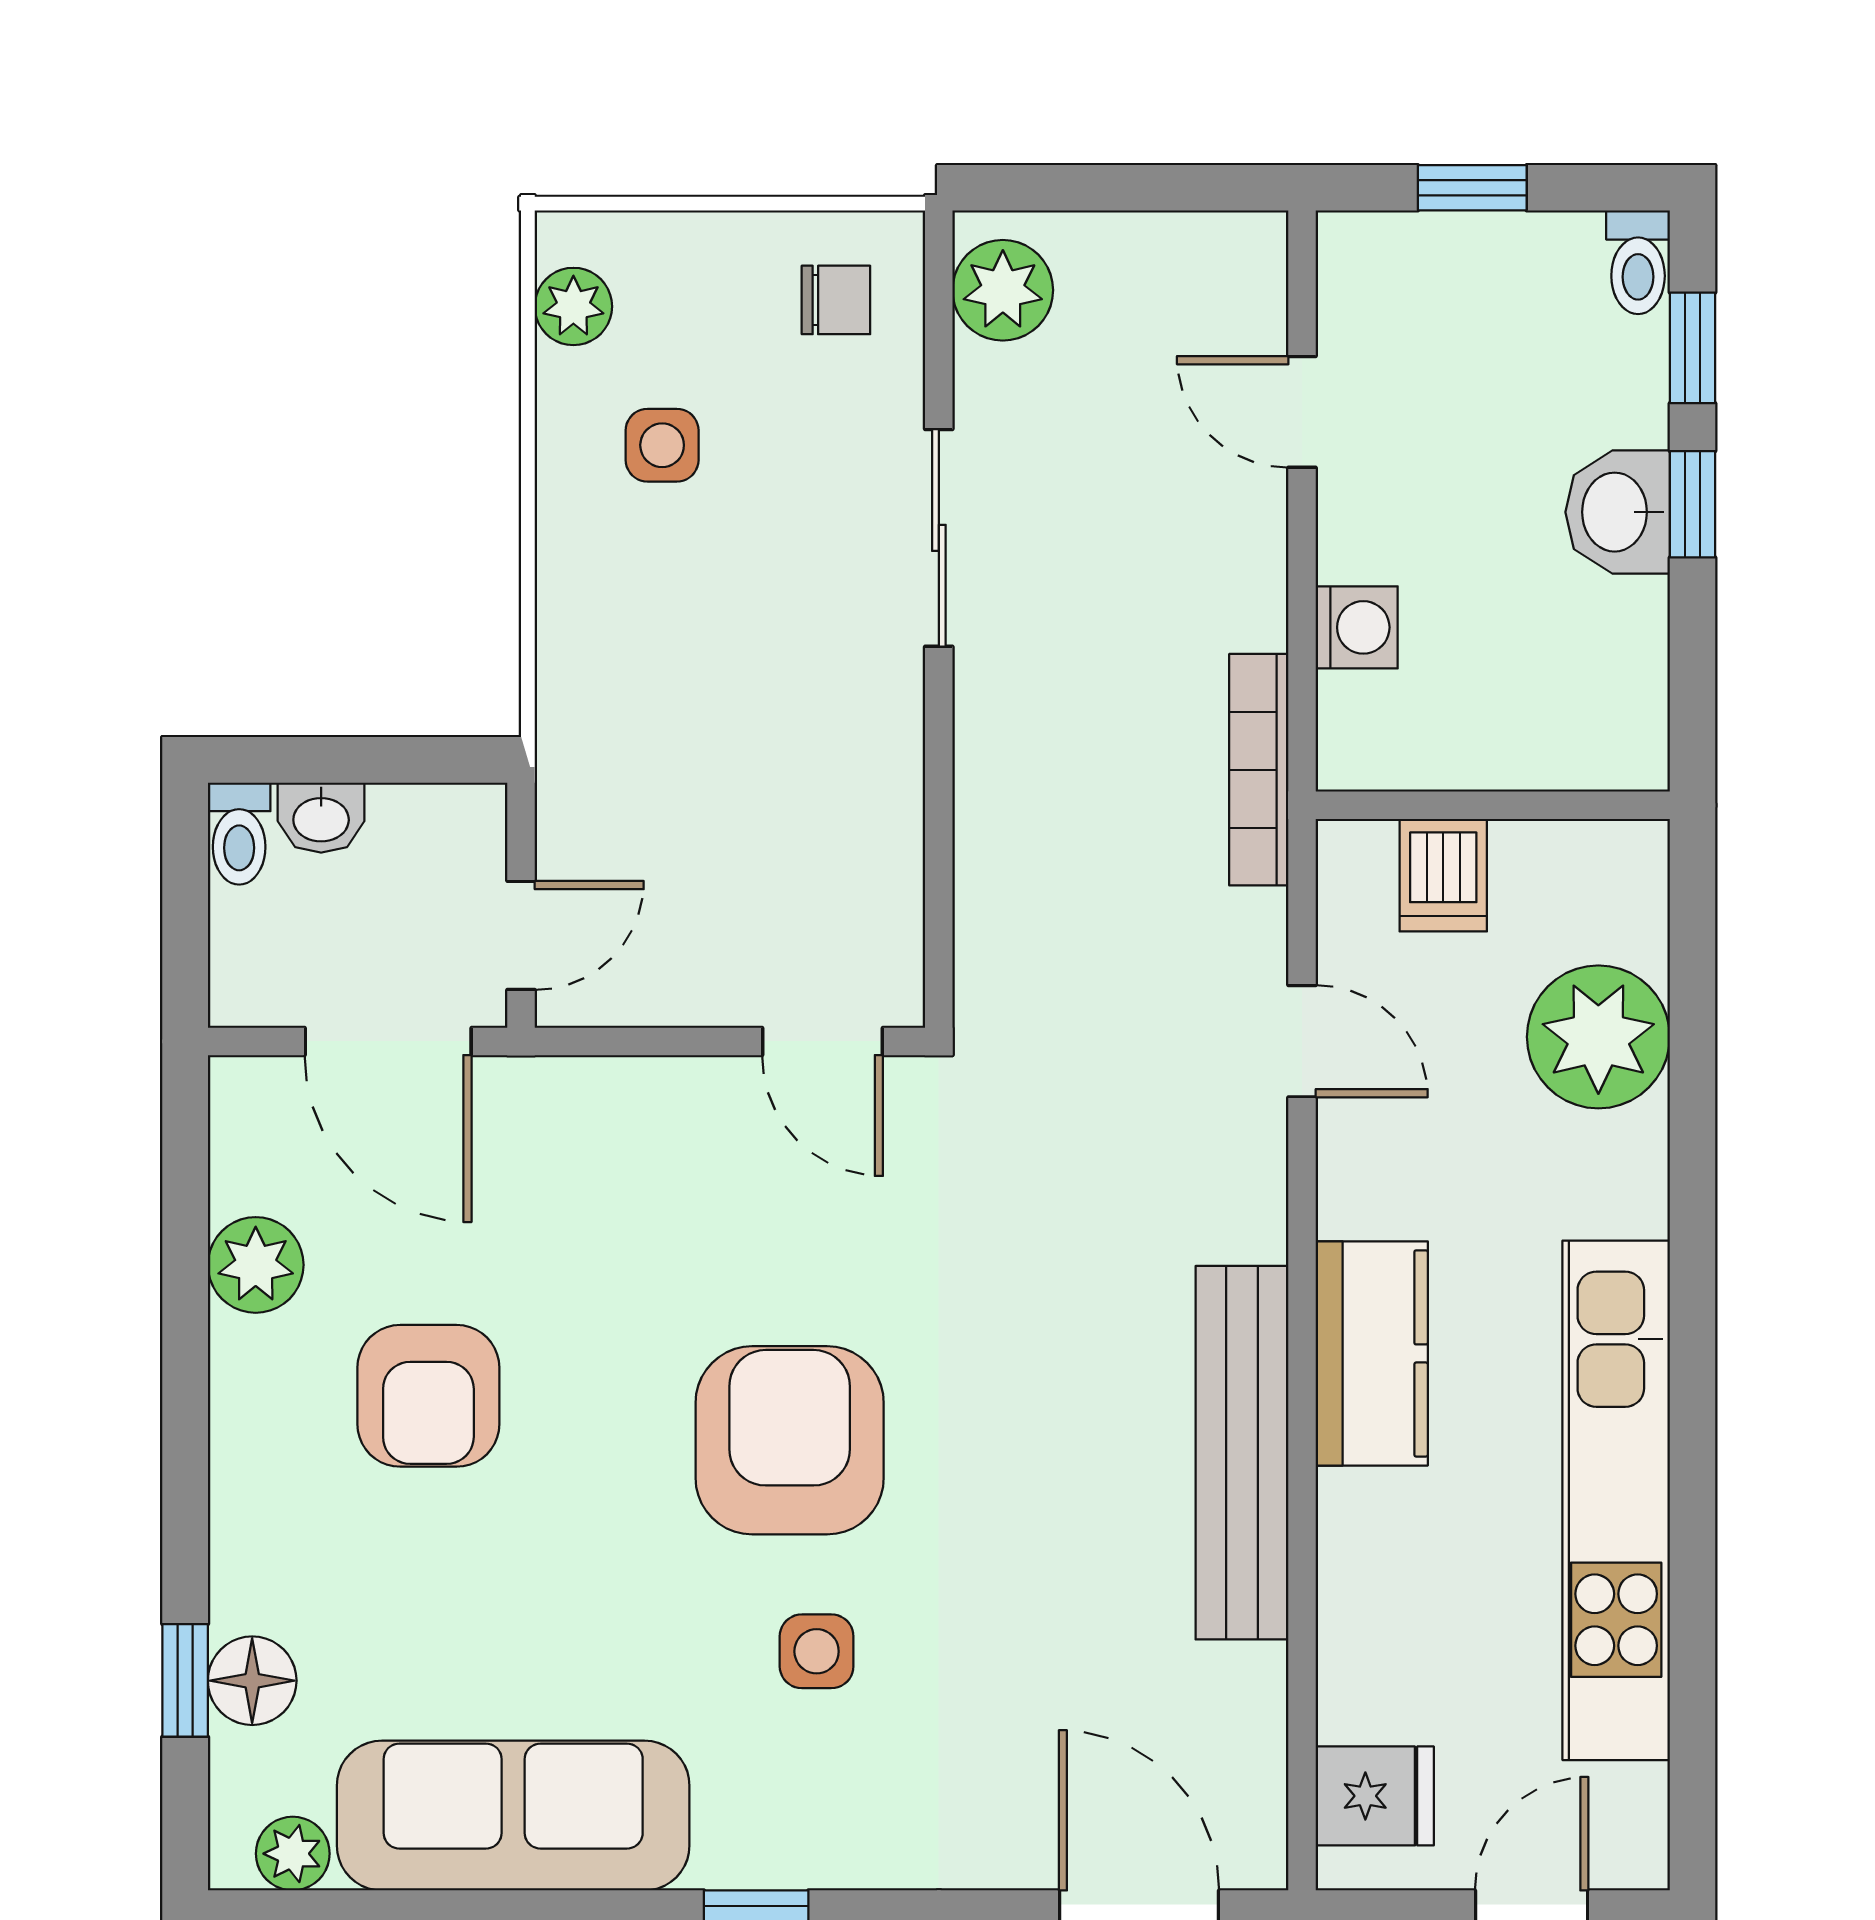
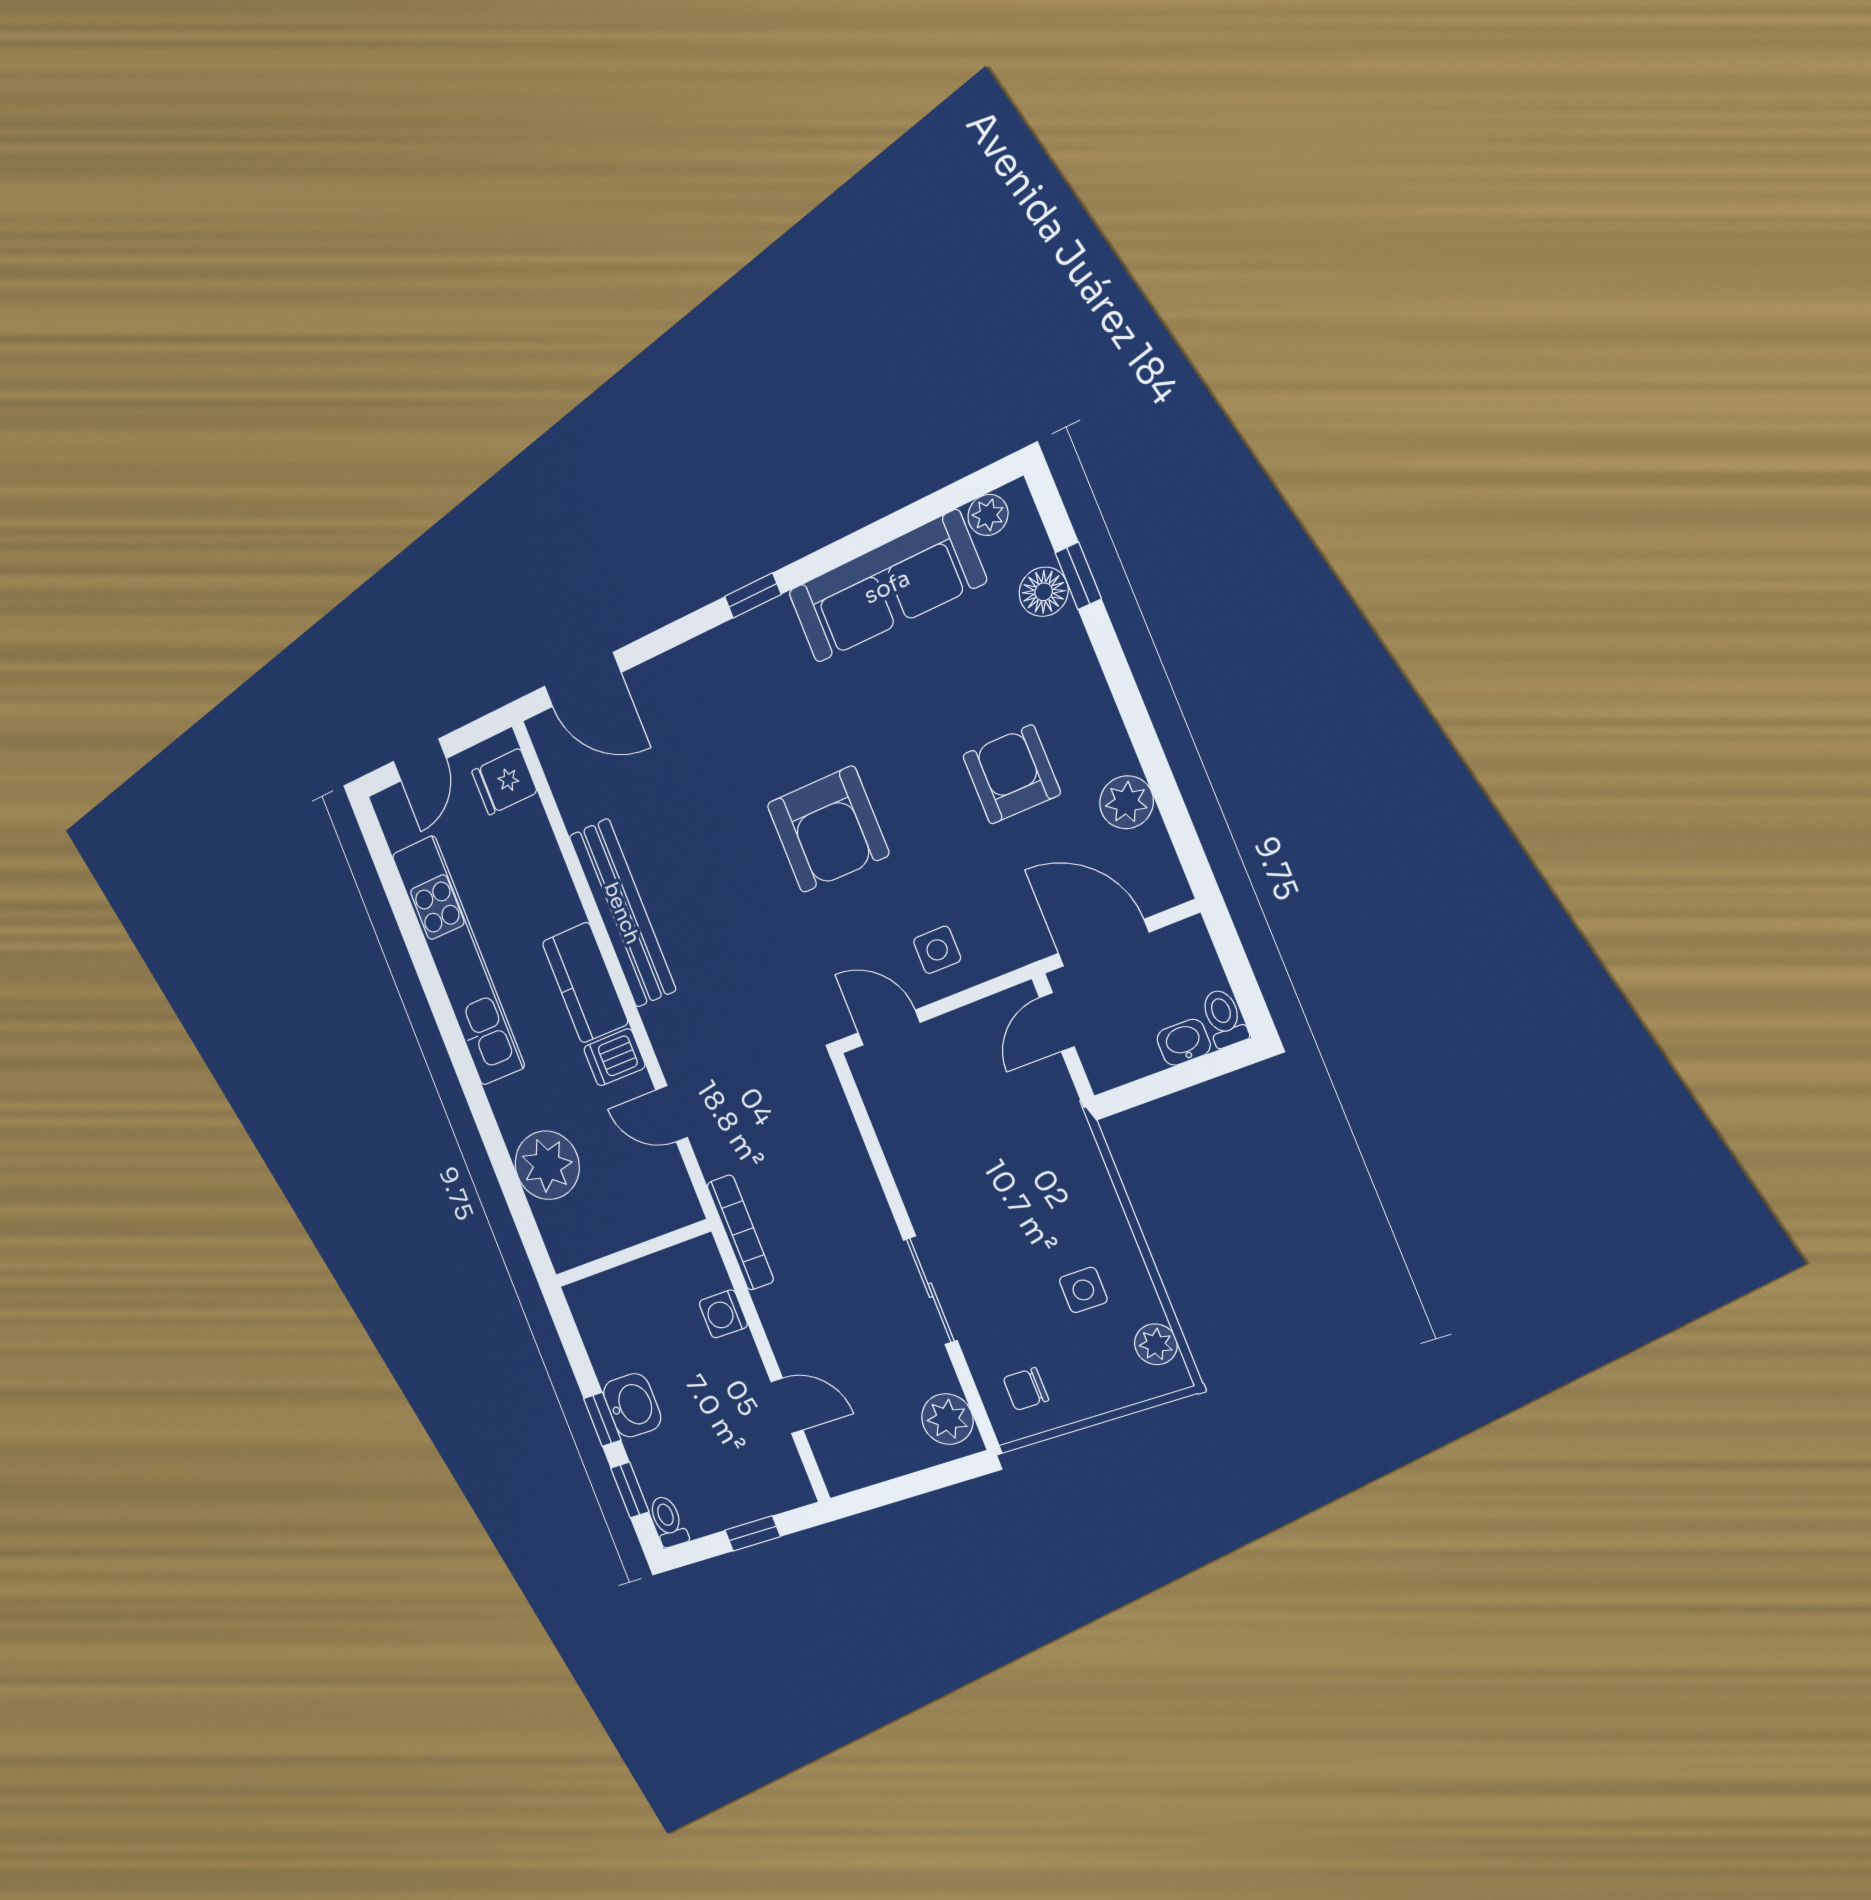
dishwasher: (1443, 875) -> (614, 1057), moved, turned -90
side table: (817, 1651) -> (937, 950), moved

